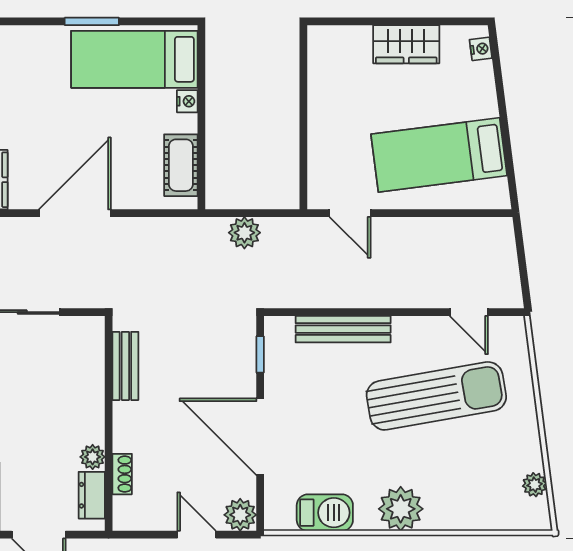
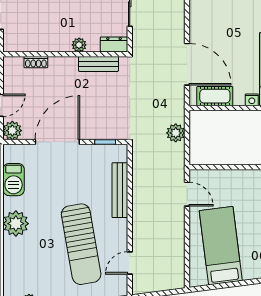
door: (75, 213) -> (187, 64), moved
door: (350, 213) -> (187, 194), swing flipped
plant: (93, 457) -> (79, 45), moved
dresser: (92, 495) -> (114, 45), moved

